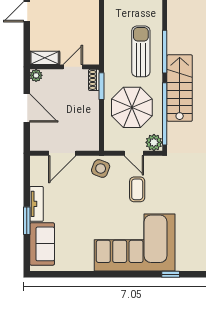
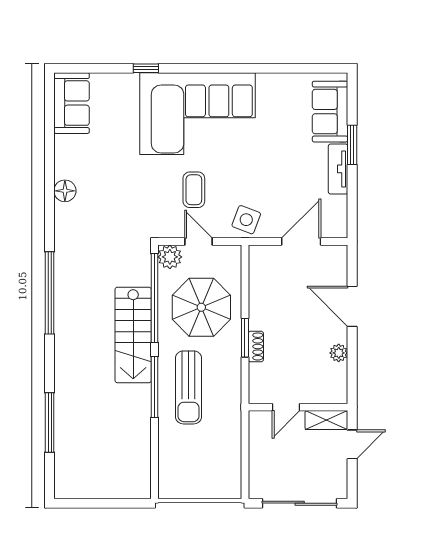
shelving: (45, 58) -> (326, 420), moved
wall: (64, 67) -> (298, 407), moved
door: (73, 67) -> (286, 407), moved

